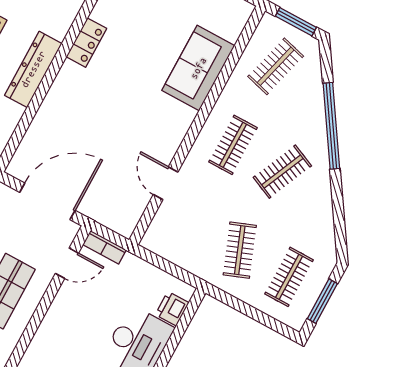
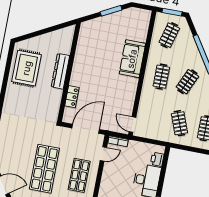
locker: (86, 43) -> (72, 97), moved
sofa: (198, 68) -> (132, 59), moved
door: (166, 183) -> (132, 125), moved

